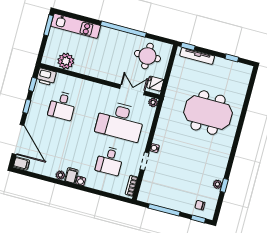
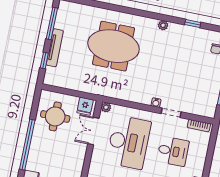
window: (188, 46) -> (44, 60), moved
tv unit: (197, 56) -> (55, 48), moved
window: (232, 58) -> (52, 23), width x2.17
meeting table: (208, 113) -> (113, 46), turned 90
plant: (217, 184) -> (163, 25), moved

